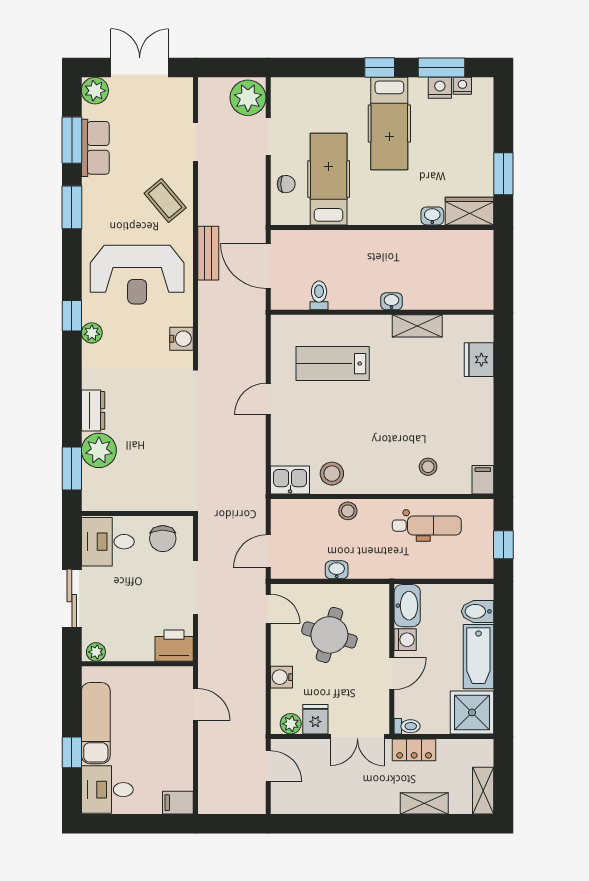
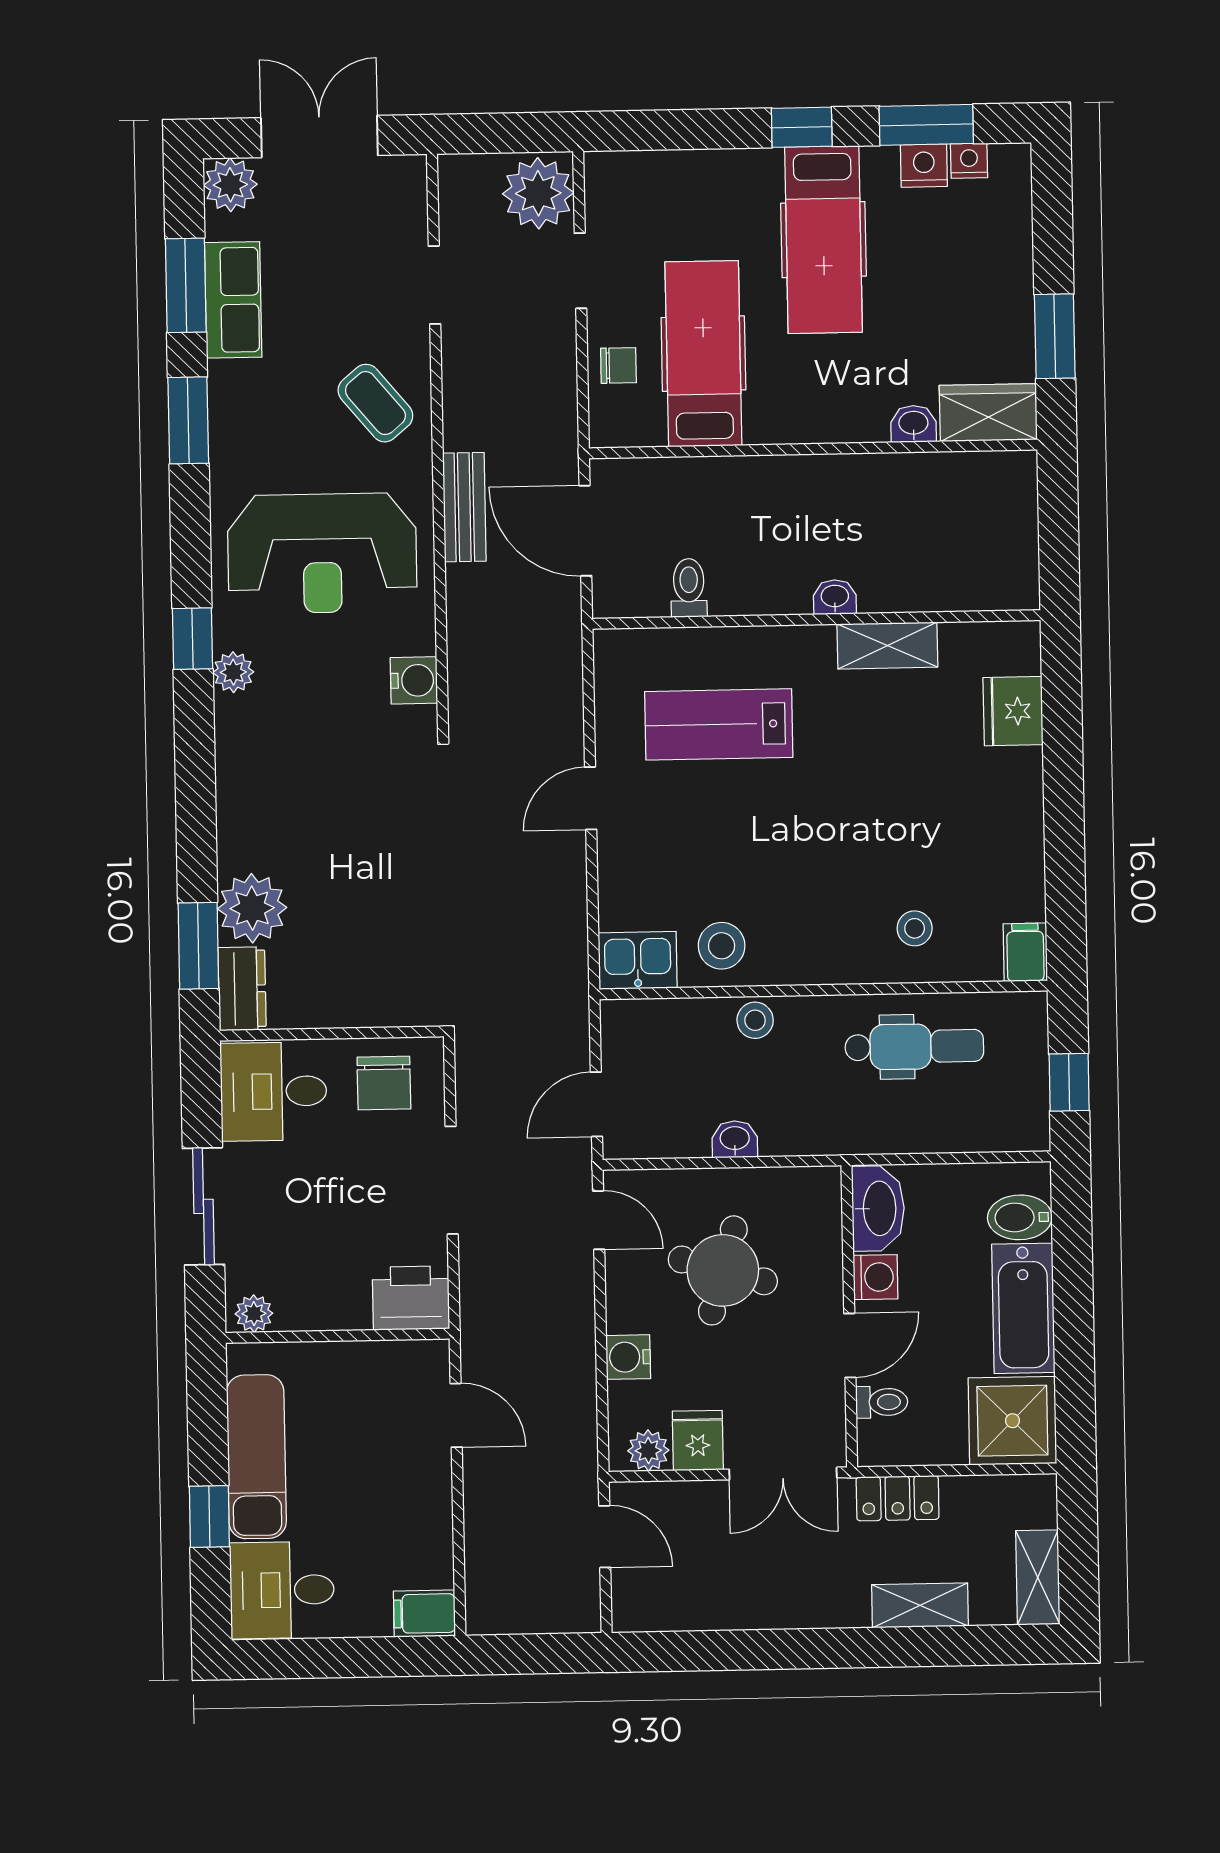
dresser: (93, 410) -> (242, 989), moved
toilet: (407, 726) -> (882, 1402), moved

